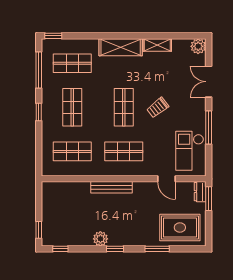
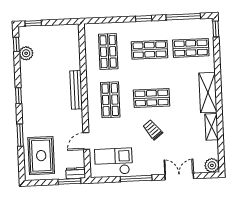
shop shelf: (72, 63) -> (191, 48), turned 90
plant: (100, 239) -> (26, 53), moved

